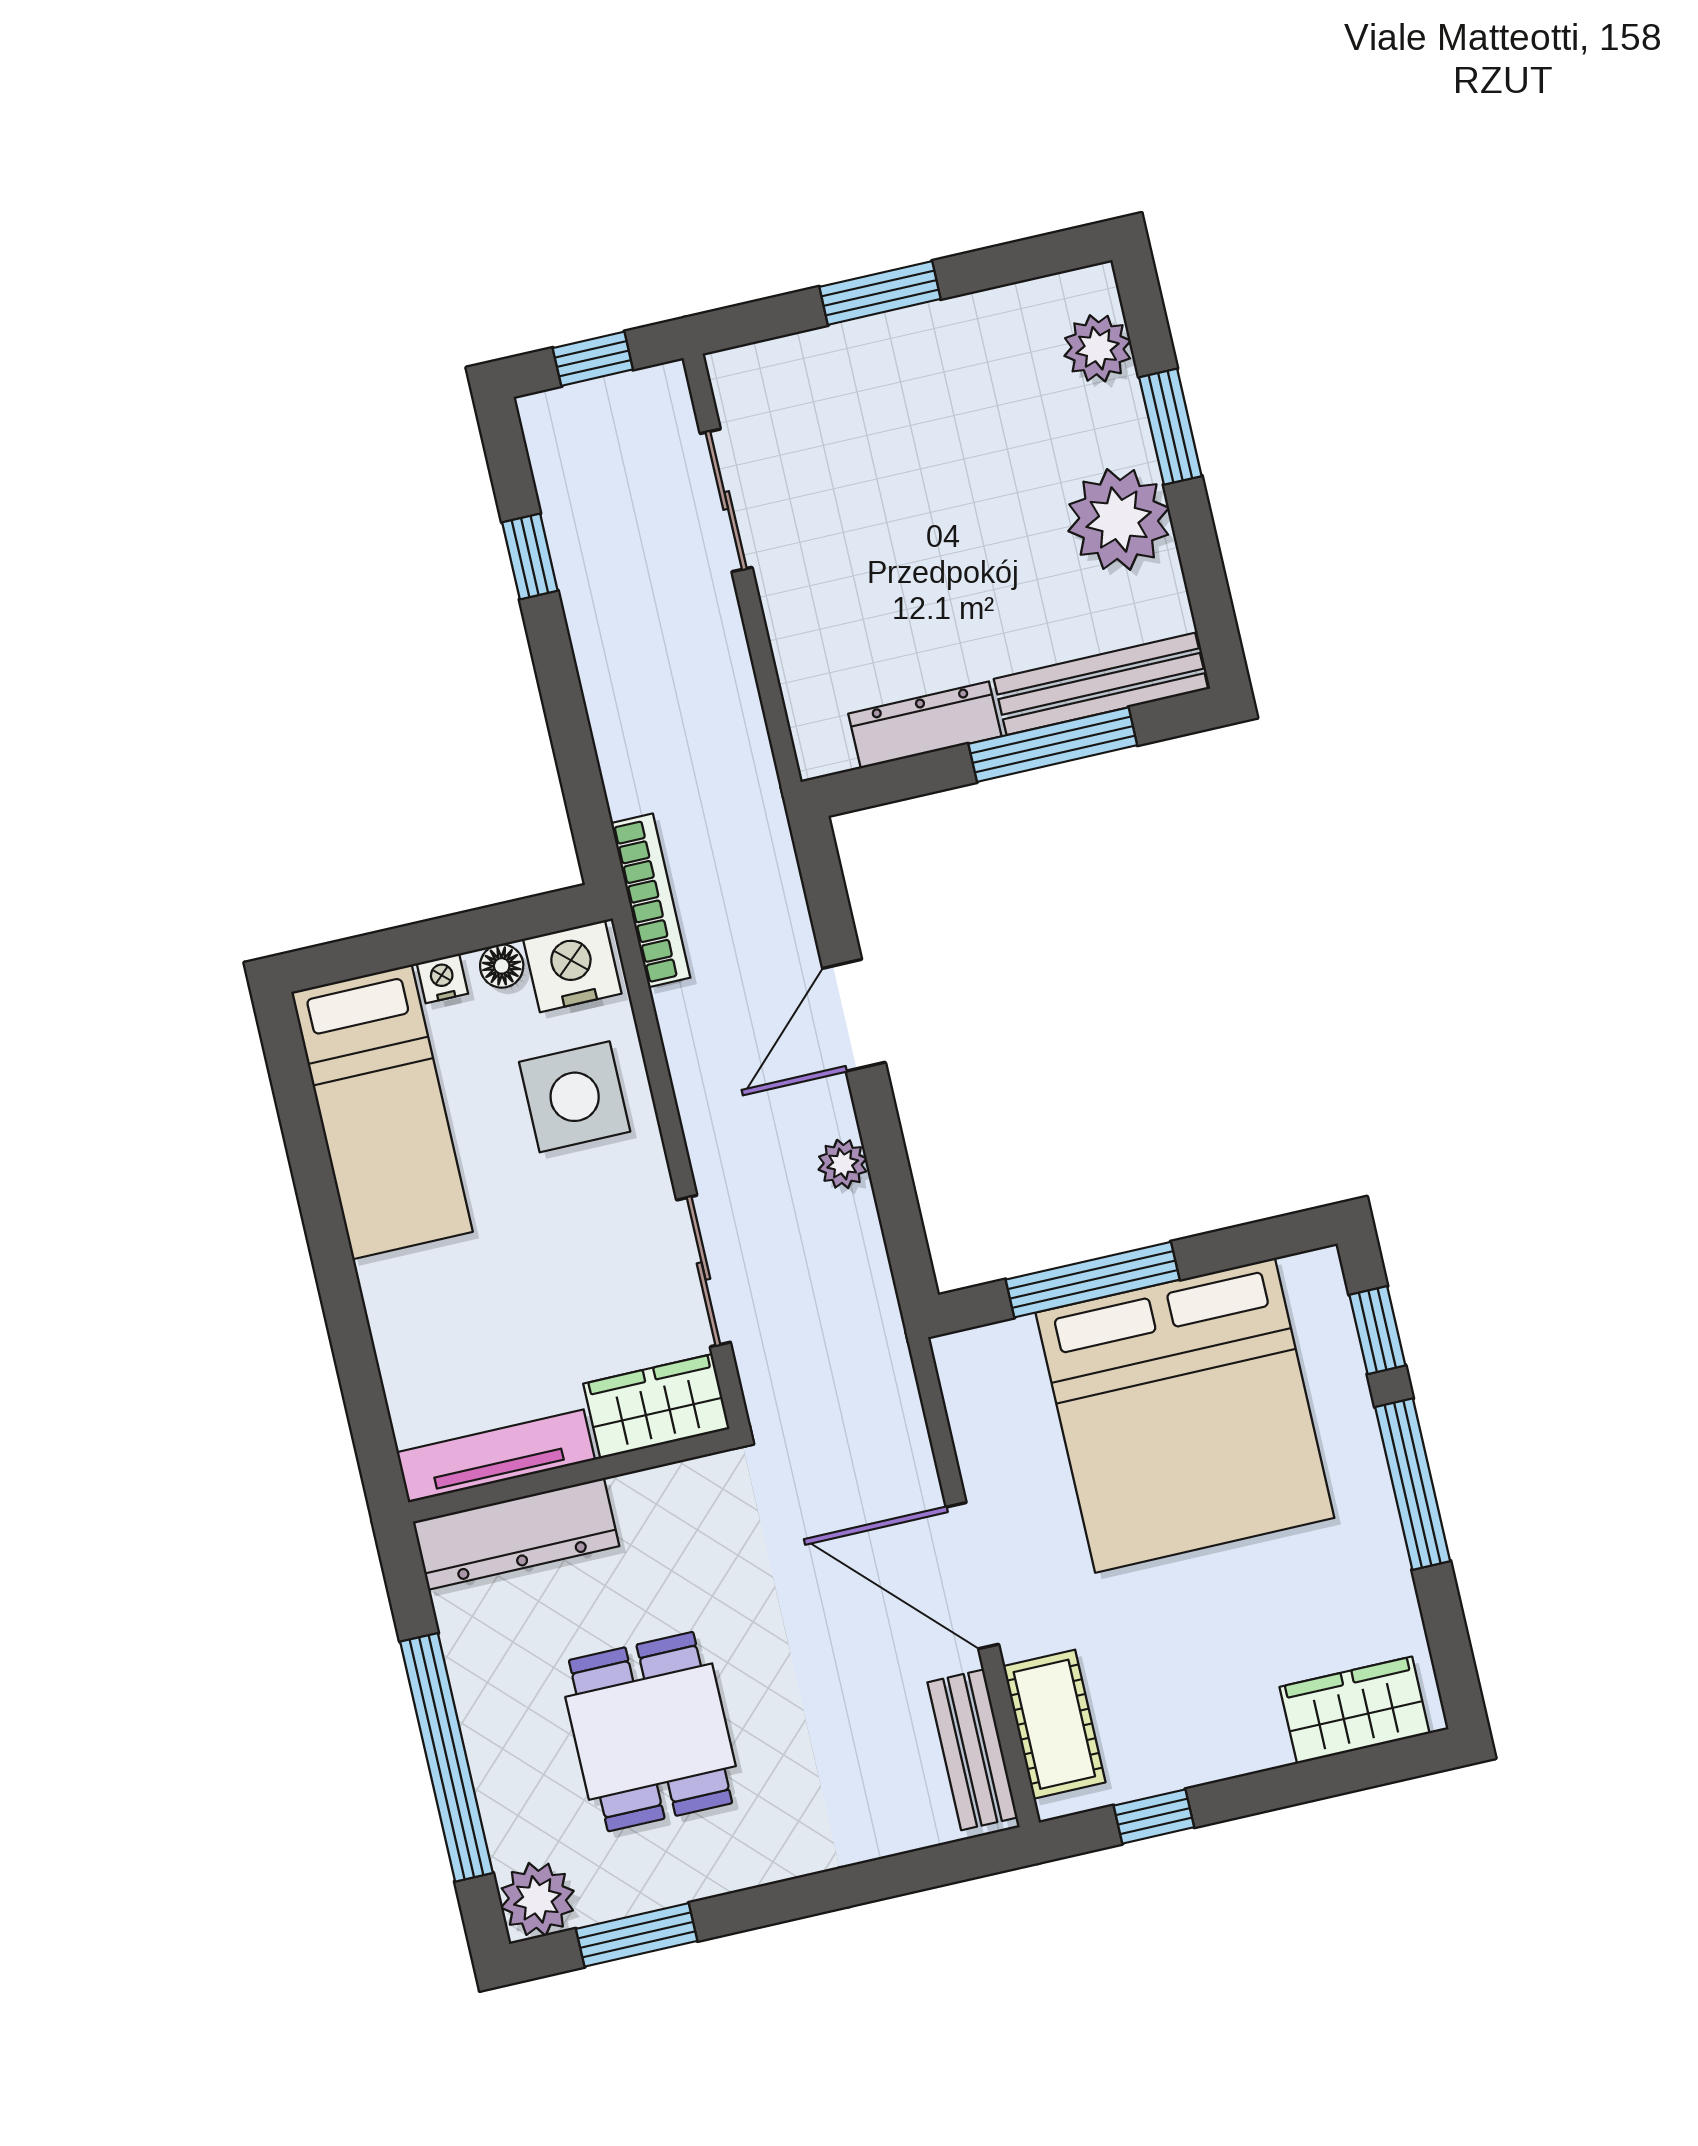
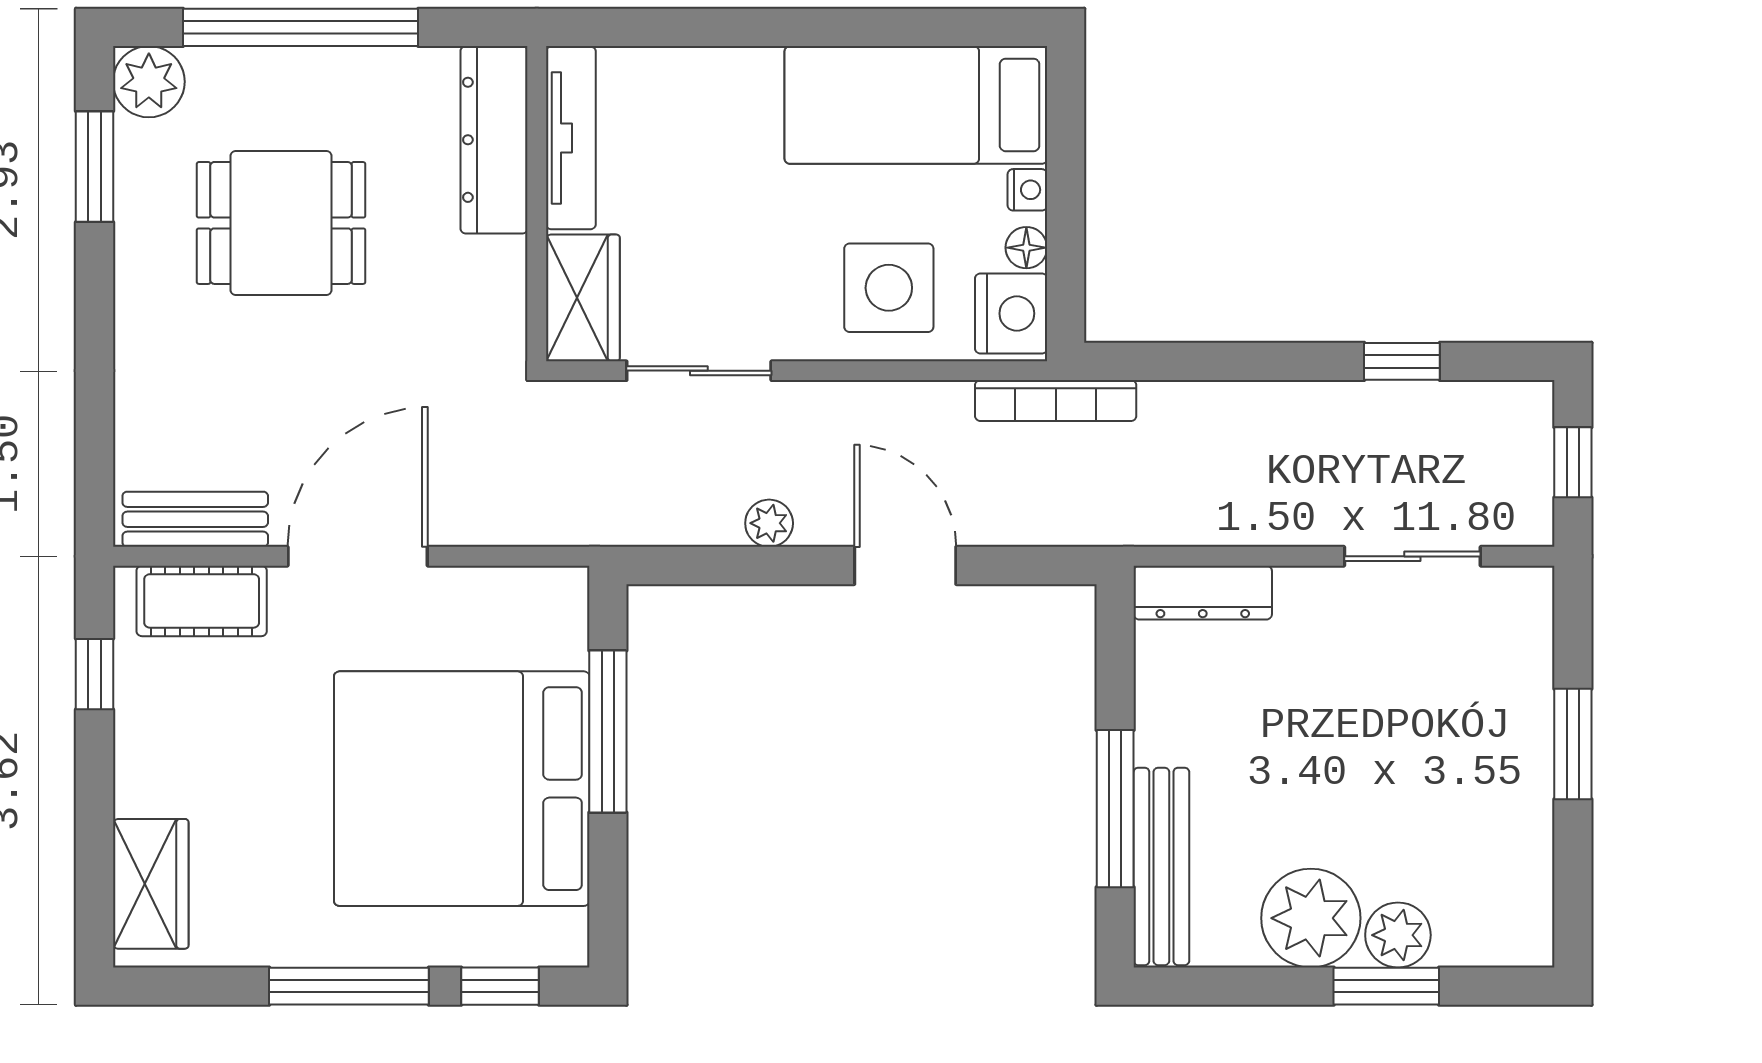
plant: (1098, 348) -> (1398, 935), moved
dresser: (925, 725) -> (1203, 593), moved, turned 90

